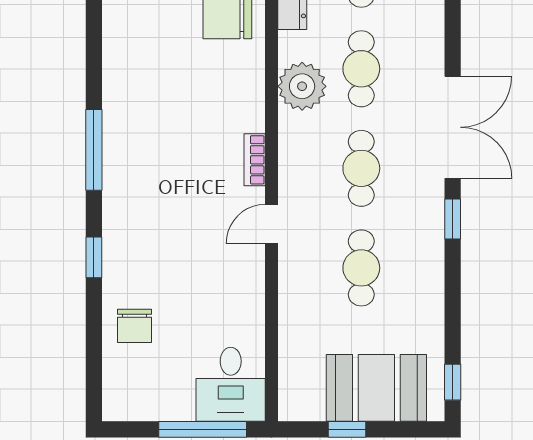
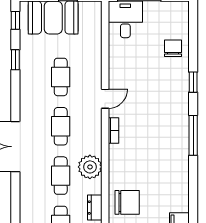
window: (453, 219) -> (15, 60), moved

